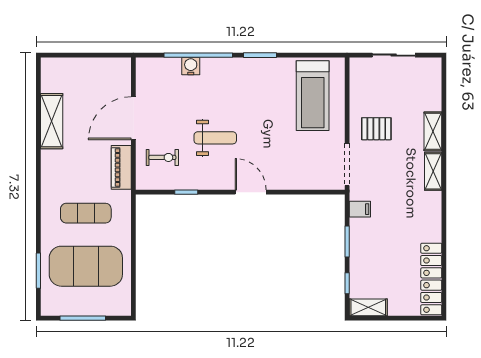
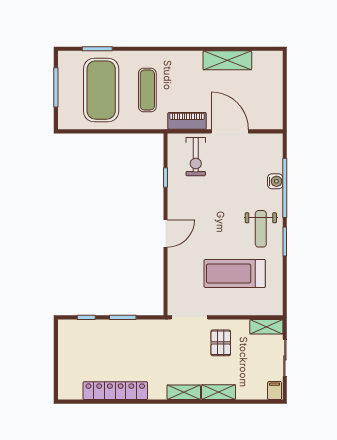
treadmill: (313, 96) -> (235, 273), moved
weight bench: (215, 138) -> (261, 229), moved
exercise bike: (162, 157) -> (196, 157), width x1.38, depth x1.39
filing cabinet: (360, 209) -> (275, 391), moved, turned 180
locker: (431, 279) -> (115, 391), moved
shelving: (368, 307) -> (266, 327), moved, turned 90

